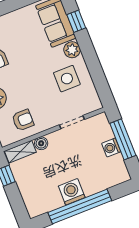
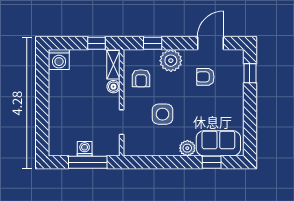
side table: (67, 79) -> (162, 114), moved
washing machine: (72, 192) -> (59, 60), moved, turned 90
window: (80, 206) -> (42, 99), removed

